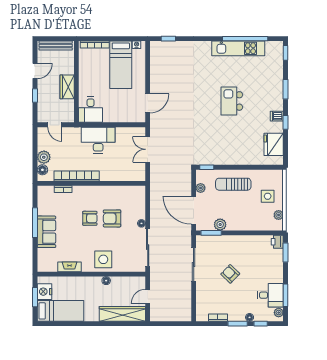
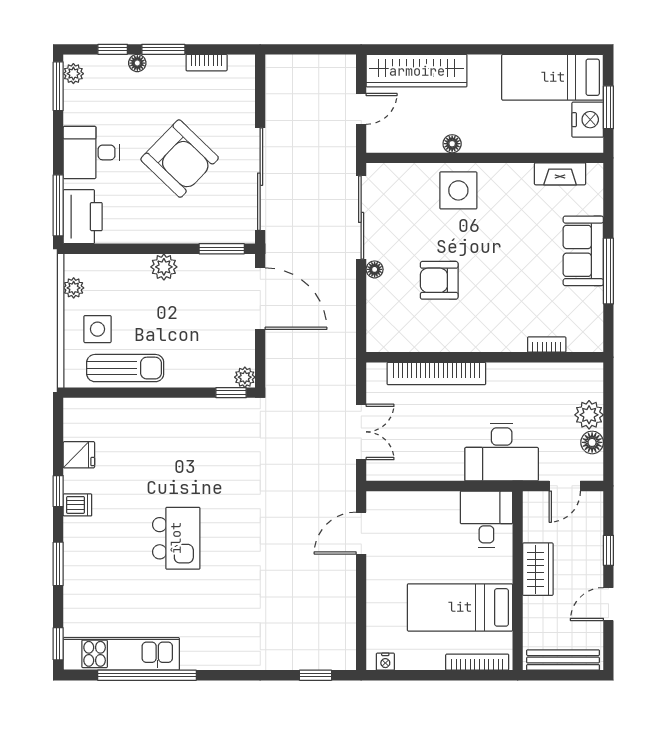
kitchen unit: (238, 48) -> (121, 654), moved
bed: (121, 65) -> (460, 607), moved, turned -90
door: (55, 125) -> (565, 486), swing flipped
desk: (98, 140) -> (502, 452), moved
fridge: (274, 144) -> (79, 455), width x0.53, depth x0.75
floor lamp: (42, 170) -> (592, 442), moved
bookcase: (77, 176) -> (436, 373), moved
sun lounger: (233, 184) -> (125, 368), moved
plant: (201, 188) -> (245, 377), moved
armchair: (90, 218) -> (488, 281), removed
armchair: (112, 218) -> (439, 280), turned 180
plant: (220, 225) -> (164, 267), moved
printer: (277, 242) -> (83, 217), width x1.87, depth x1.48
window: (286, 253) -> (58, 205), width x1.44
sliding door: (194, 264) -> (260, 179), width x1.36
fireplace: (69, 267) -> (560, 174), moved
armchair: (230, 274) -> (180, 159), width x1.88, depth x1.88
desk: (270, 295) -> (91, 152), moved
window: (286, 295) -> (58, 86), moved

